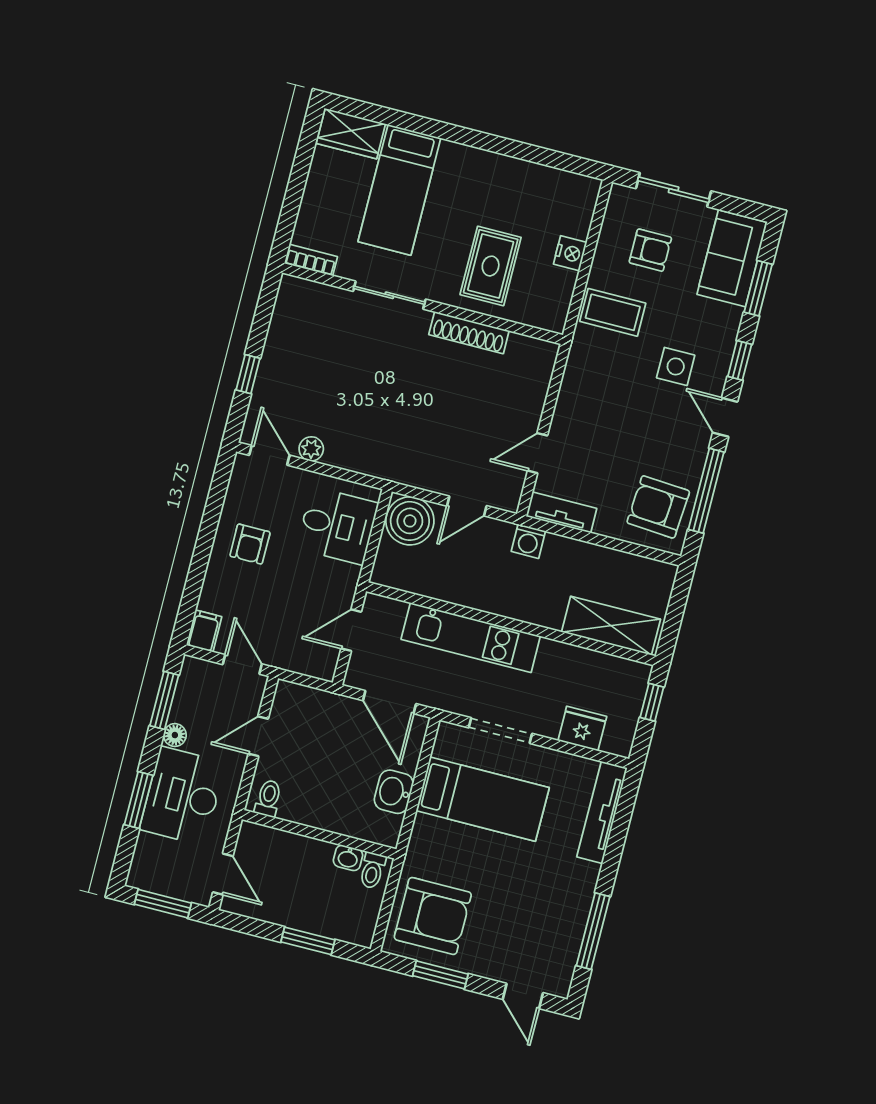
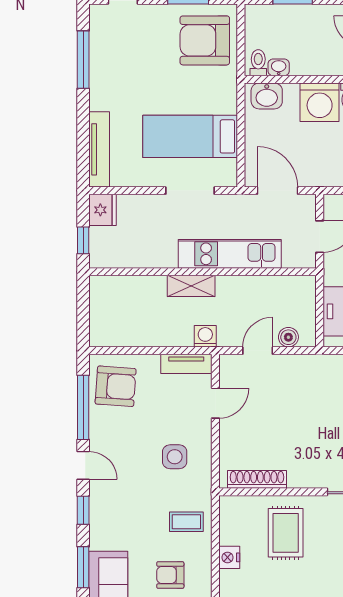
coffee table: (613, 312) -> (186, 522), width x0.73, depth x0.77
shoe rack: (469, 333) -> (257, 479), moved
side table: (676, 366) -> (175, 457), moved
boiler: (410, 521) -> (288, 337), width x0.54, depth x0.54
shelving: (611, 626) -> (191, 286), moved, width x0.67, depth x0.75
fridge: (582, 728) -> (103, 210), moved, turned -90
washbasin: (394, 792) -> (267, 96), moved, turned 90
washing machine: (308, 800) -> (320, 102), added

